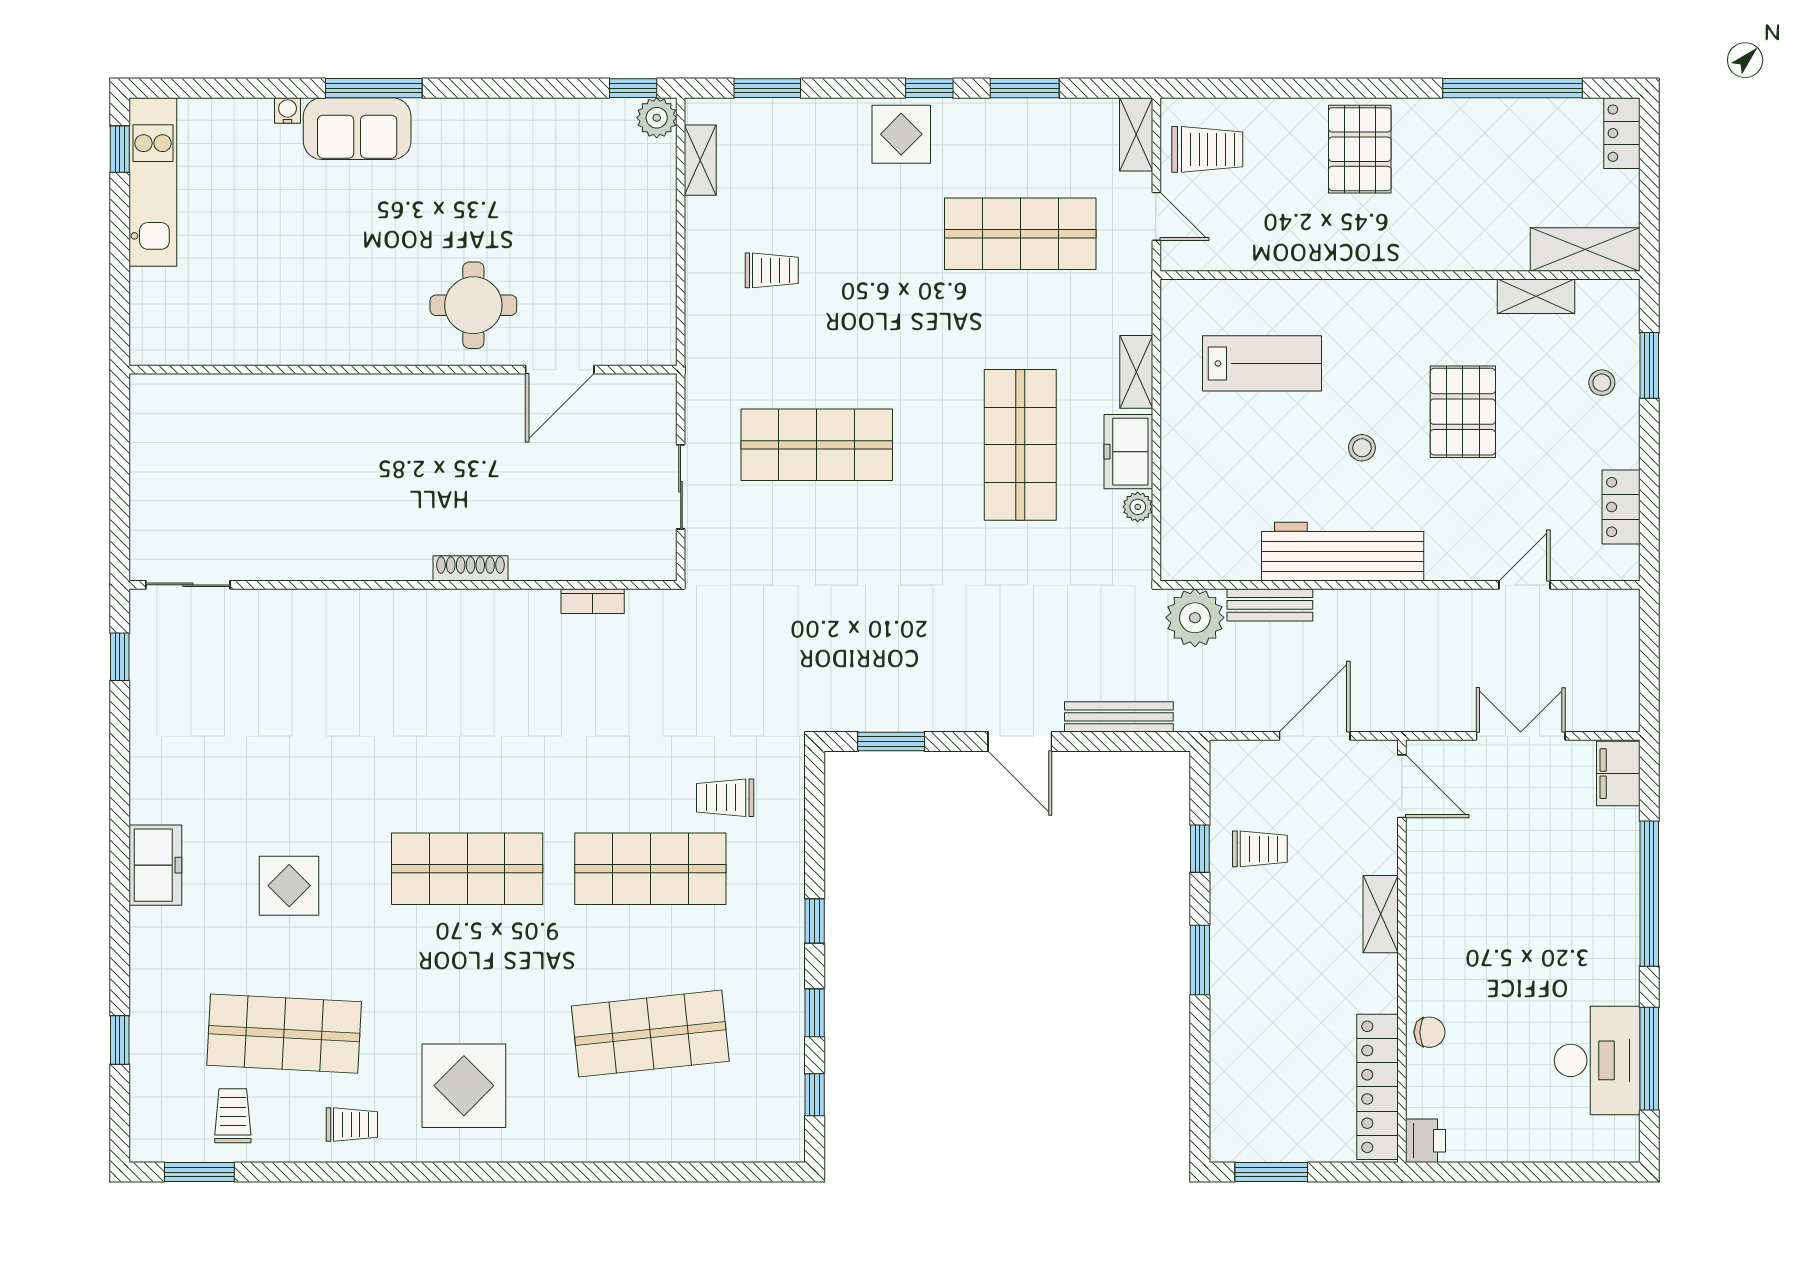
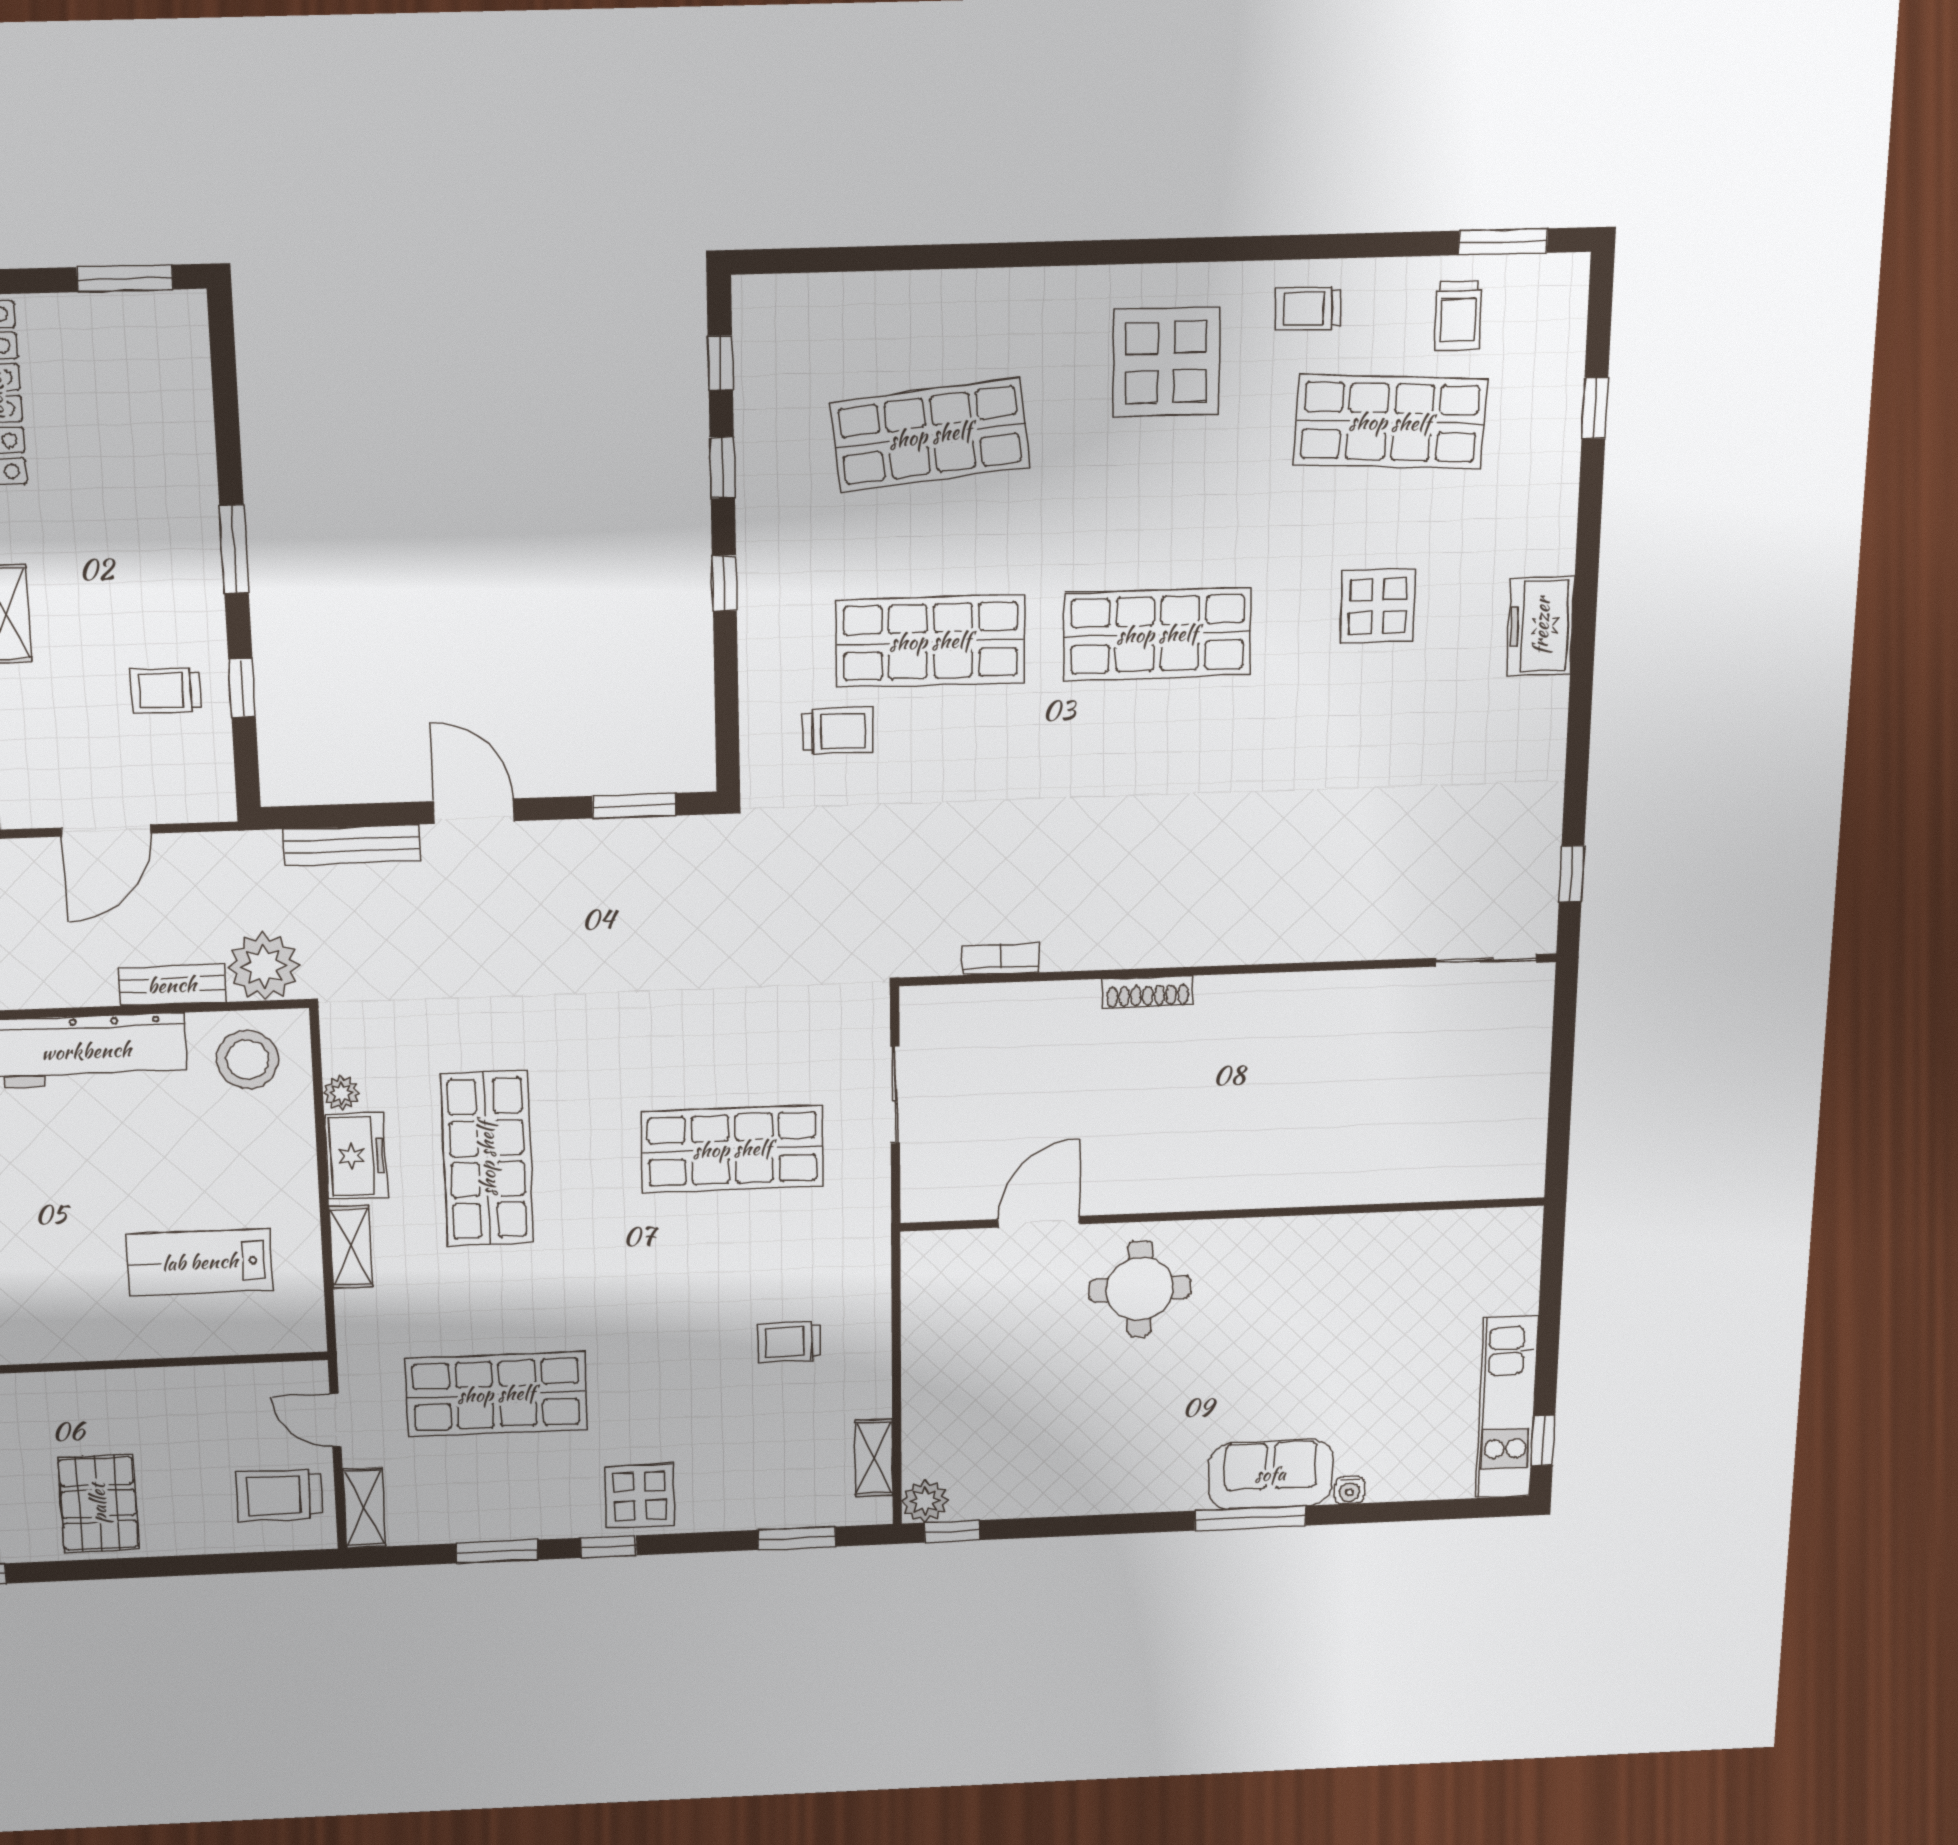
stool: (1362, 448) -> (248, 1059), moved, width x1.89, depth x1.89

